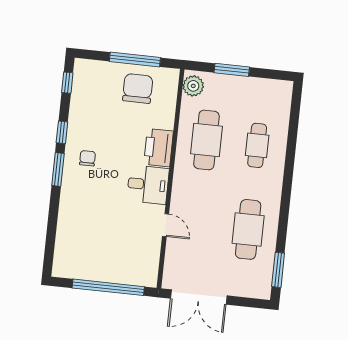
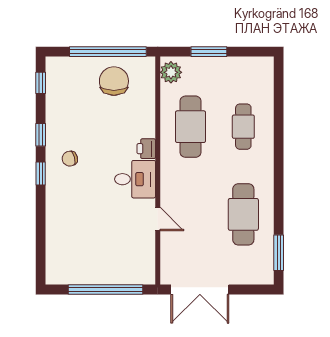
window: (135, 59) -> (108, 52), width x1.46
printer: (158, 148) -> (146, 149), width x0.53, depth x0.68
chair: (87, 158) -> (70, 159), turned -105
window: (58, 169) -> (41, 173), width x0.67

